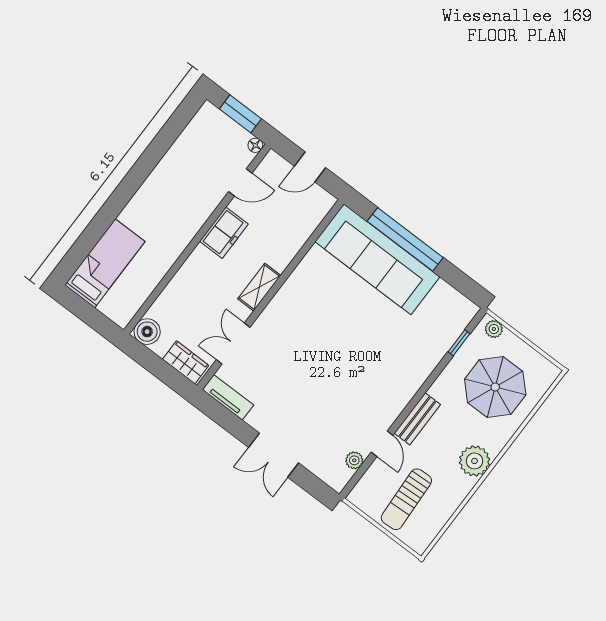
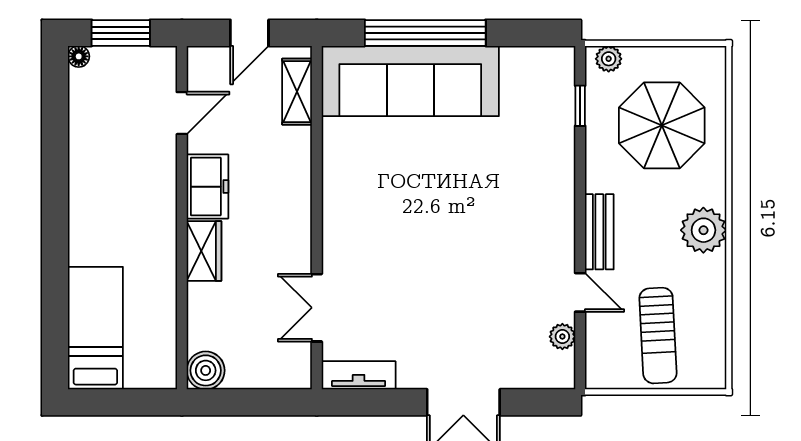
floor lamp: (255, 145) -> (79, 56), moved
shelving: (259, 287) -> (297, 92), moved
wardrobe: (186, 362) -> (204, 251), moved, turned 90

